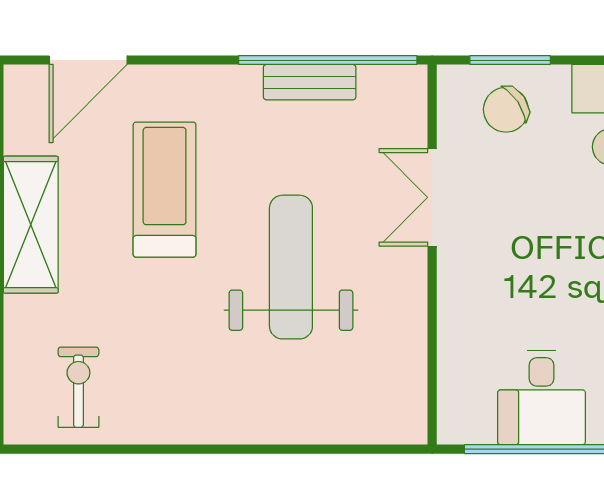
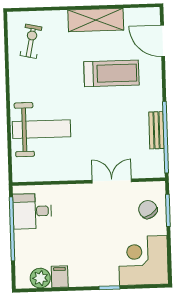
weight bench: (291, 267) -> (42, 129), moved
exercise bike: (78, 387) -> (31, 41), turned -78
desk: (542, 397) -> (32, 211), moved

